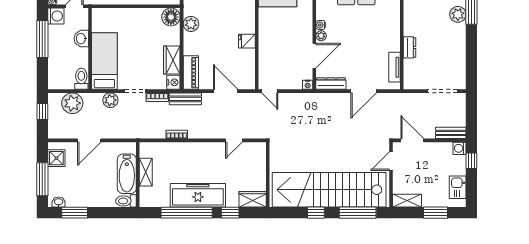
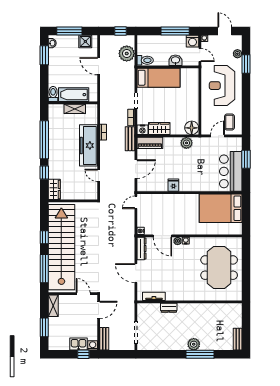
plant: (110, 100) -> (129, 82), removed
kitchen sink: (458, 187) -> (79, 344), moved
freezer: (198, 195) -> (89, 145), moved, turned 180

